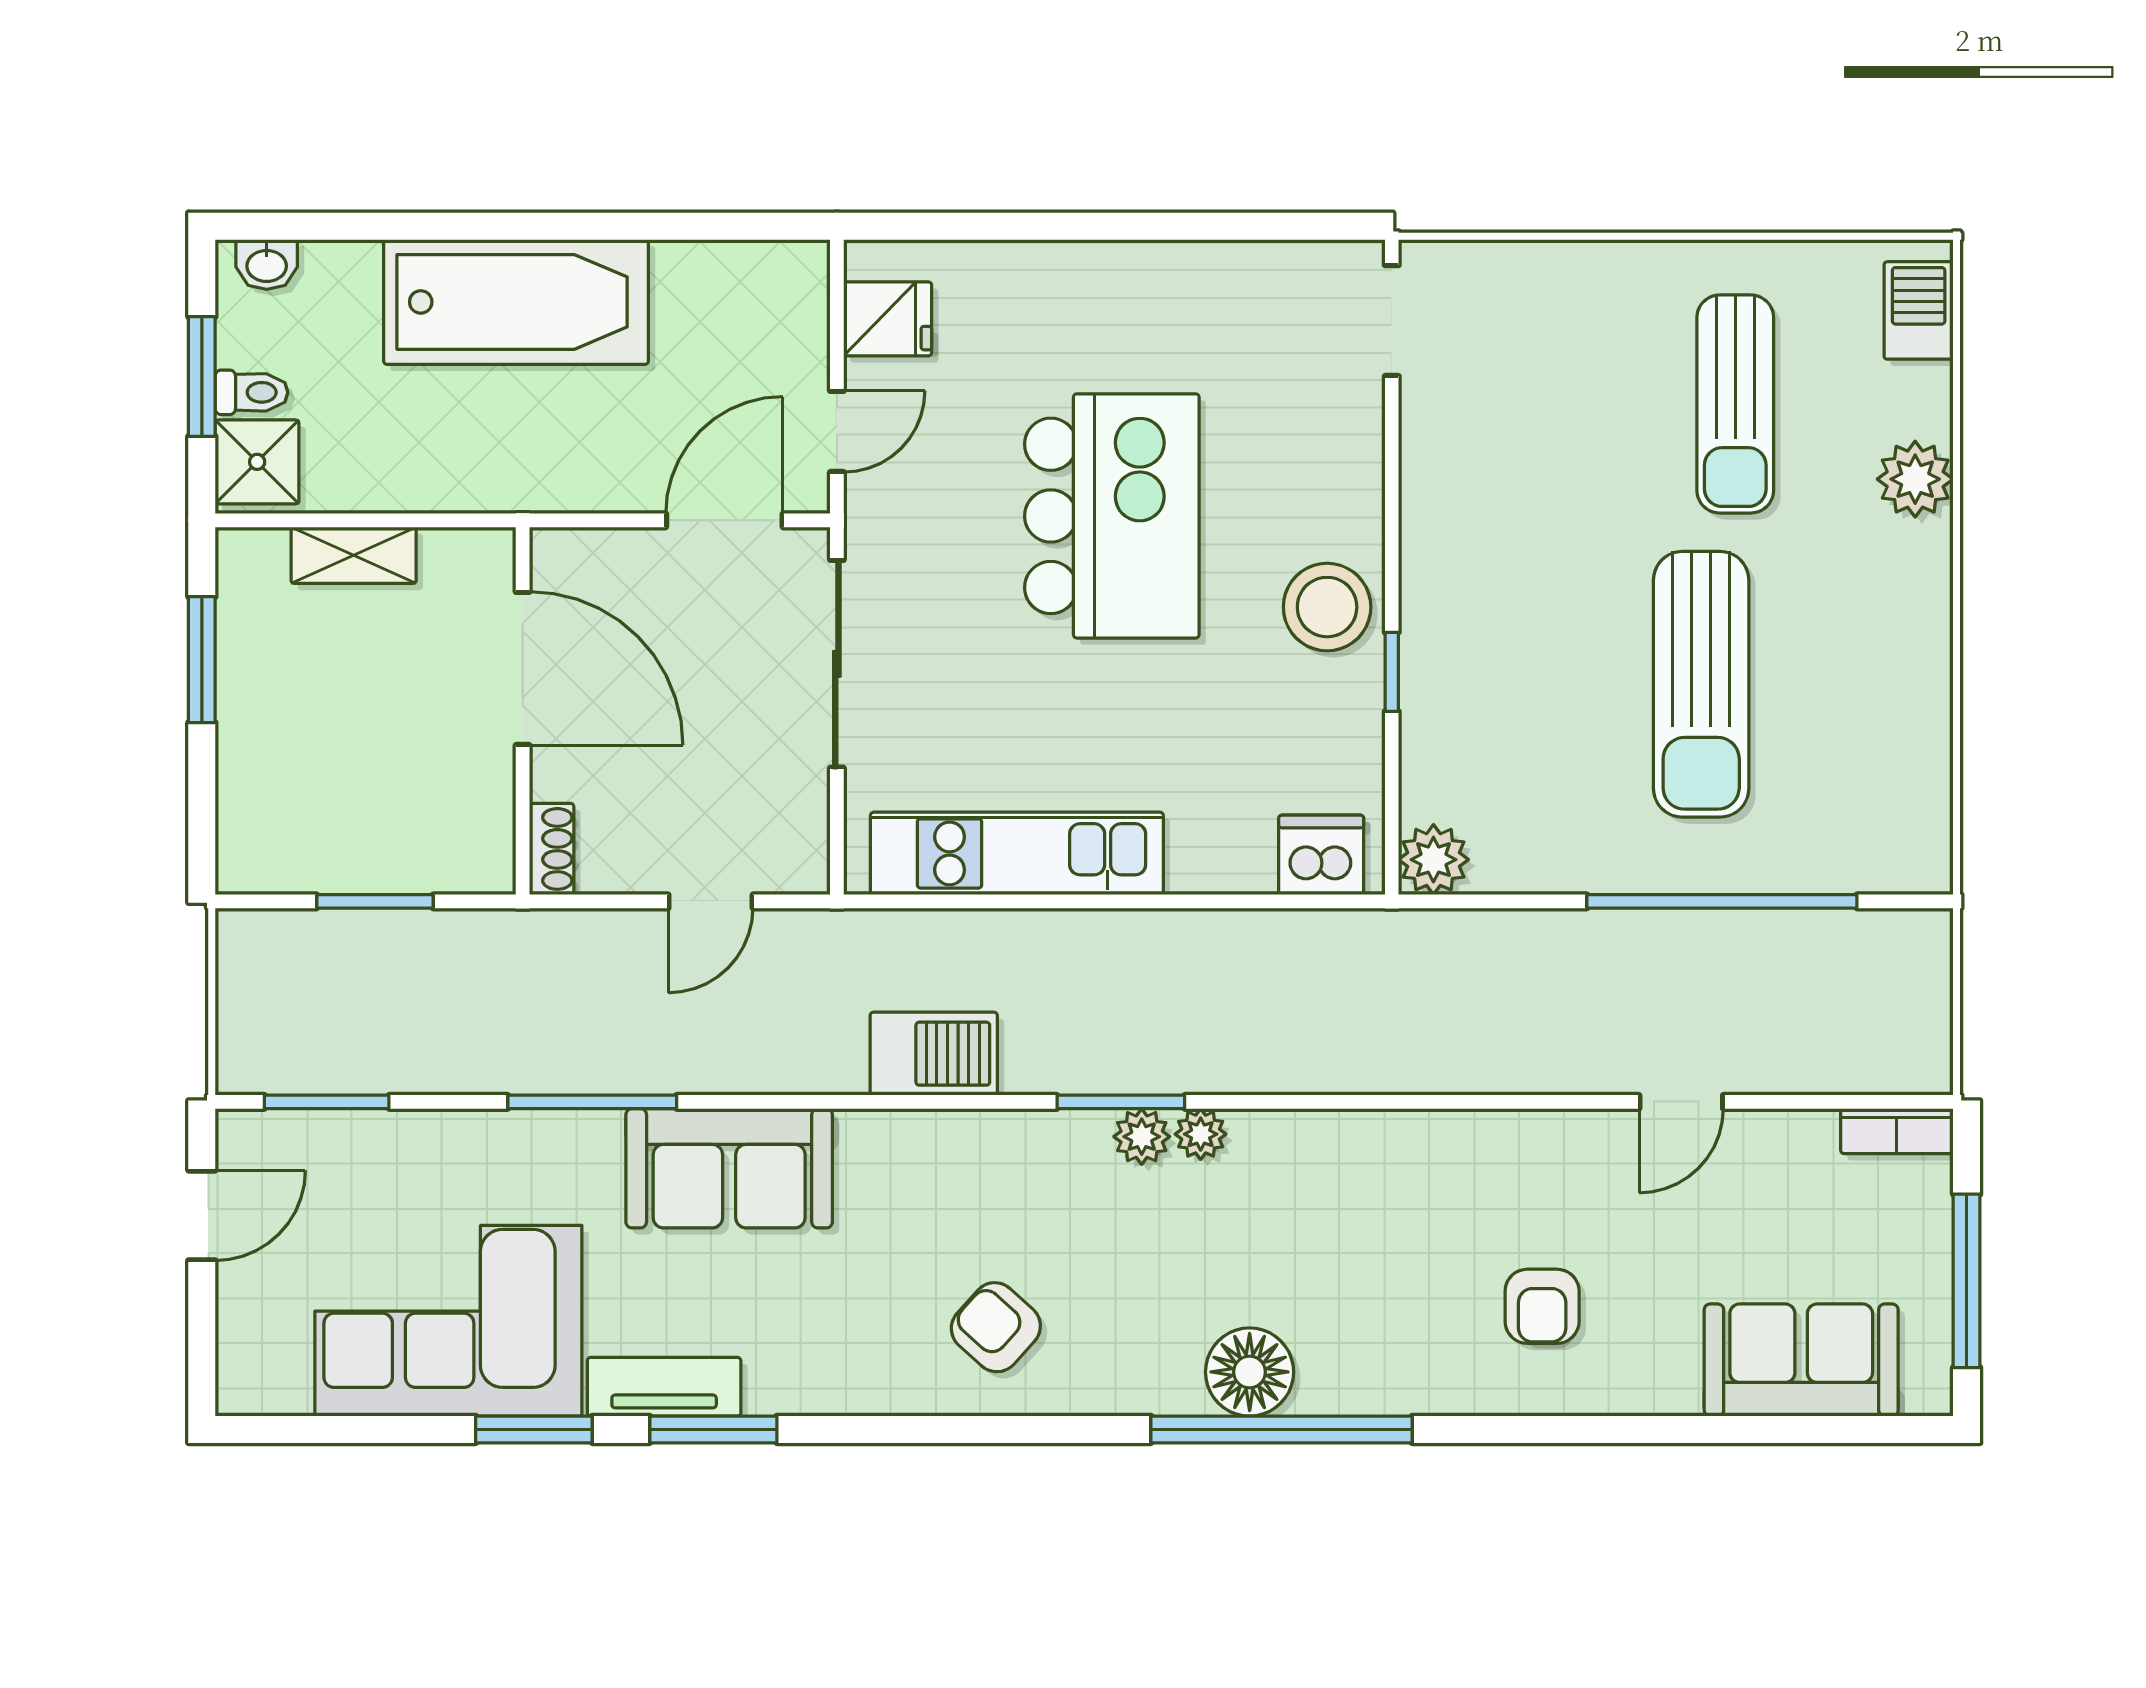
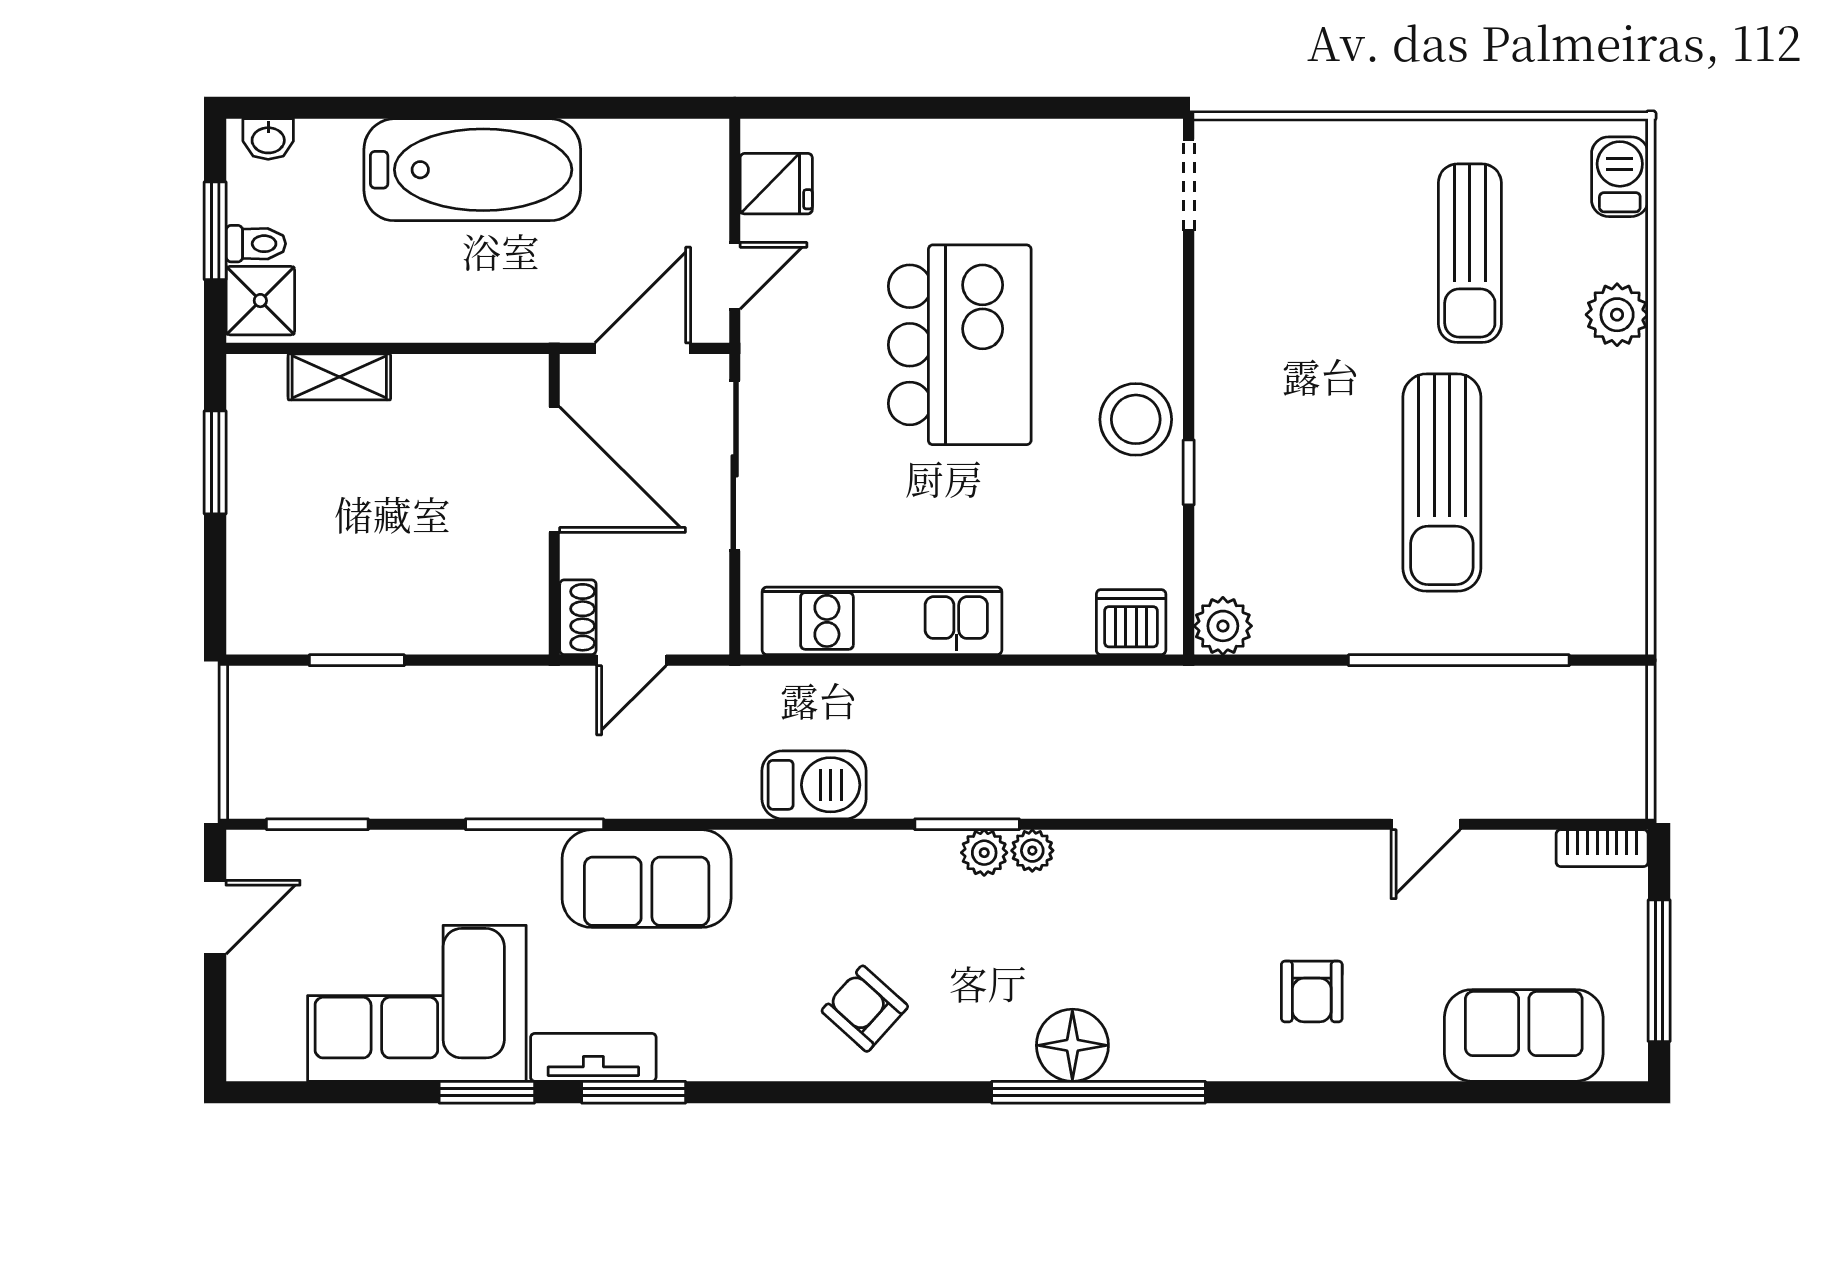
door: (523, 668) -> (554, 470), moved
wall: (523, 711) -> (554, 504), moved
shoe rack: (552, 849) -> (578, 617), moved

